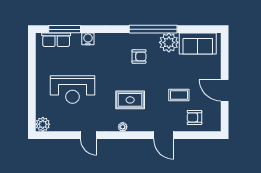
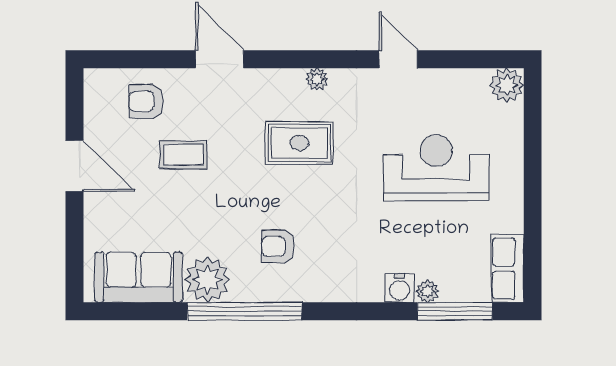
plant: (76, 38) -> (428, 291), added
row of seats: (56, 40) -> (508, 268), moved, turned -90
armchair: (194, 117) -> (146, 101), turned 180

